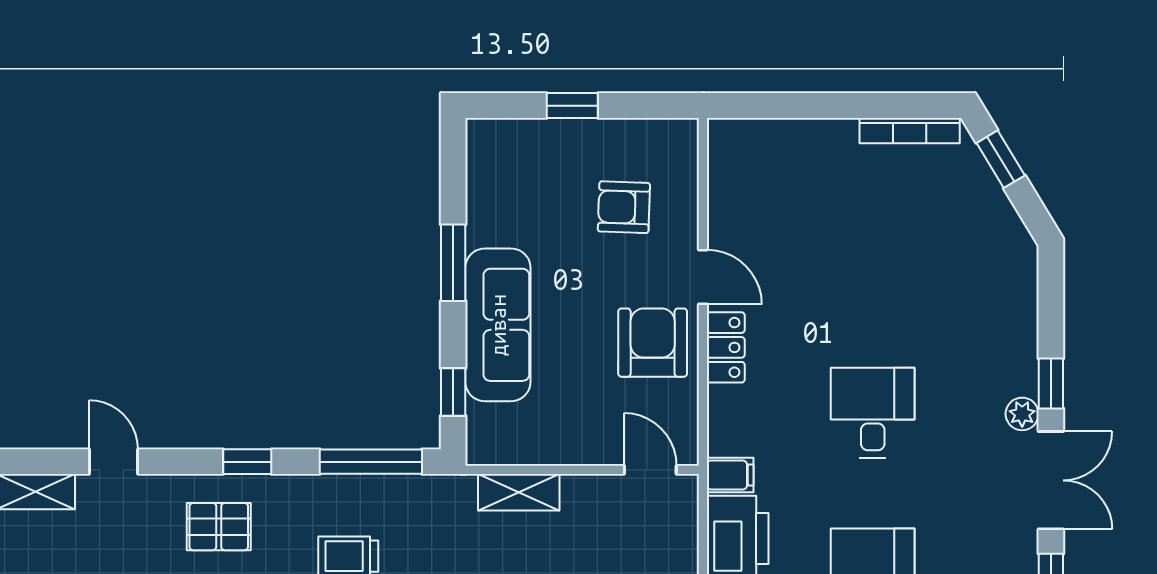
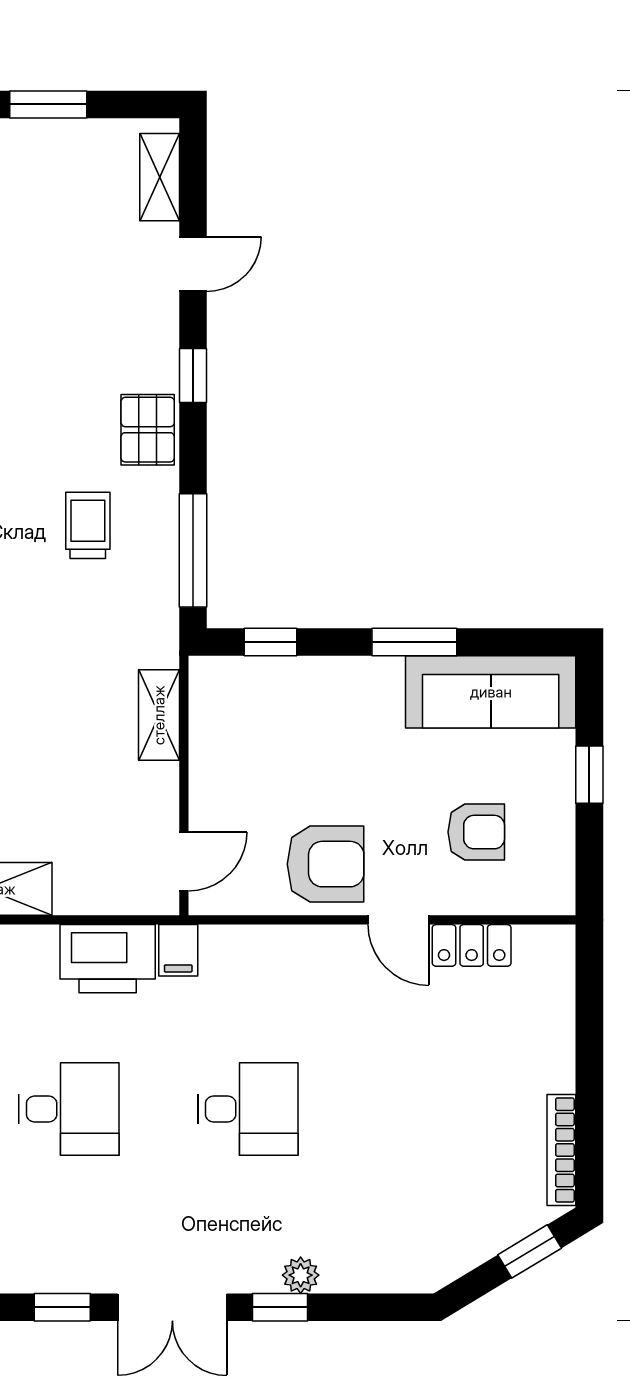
armchair: (624, 207) -> (476, 832), turned 88
door: (703, 277) -> (398, 920), hinge flipped
sofa: (498, 325) -> (491, 692), moved
locker: (726, 347) -> (472, 945), moved
plant: (1022, 414) -> (301, 1275), moved
window: (247, 462) -> (193, 375), moved
pallet: (219, 527) -> (148, 430), moved

